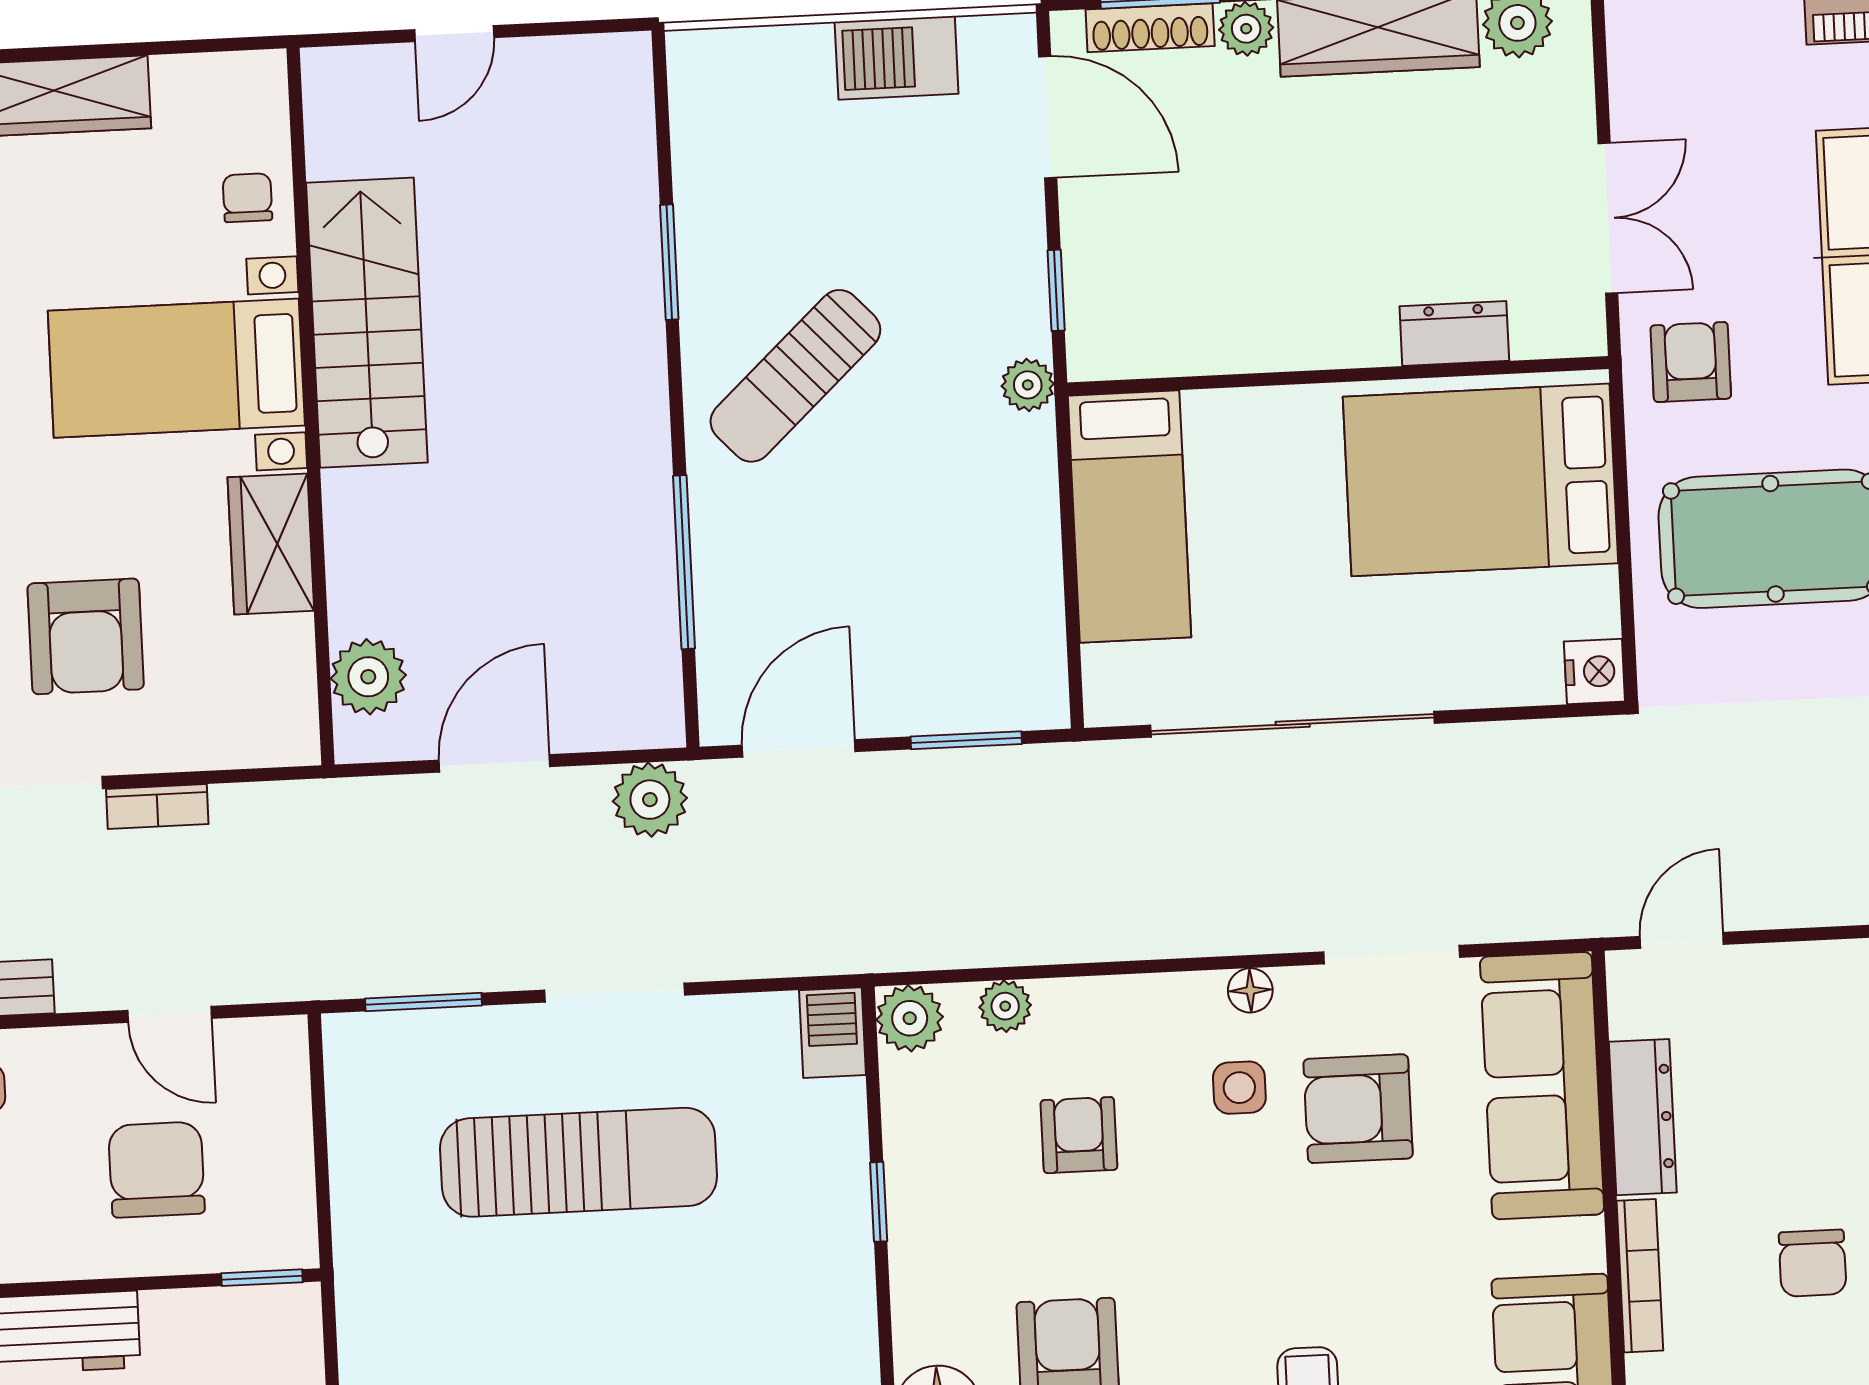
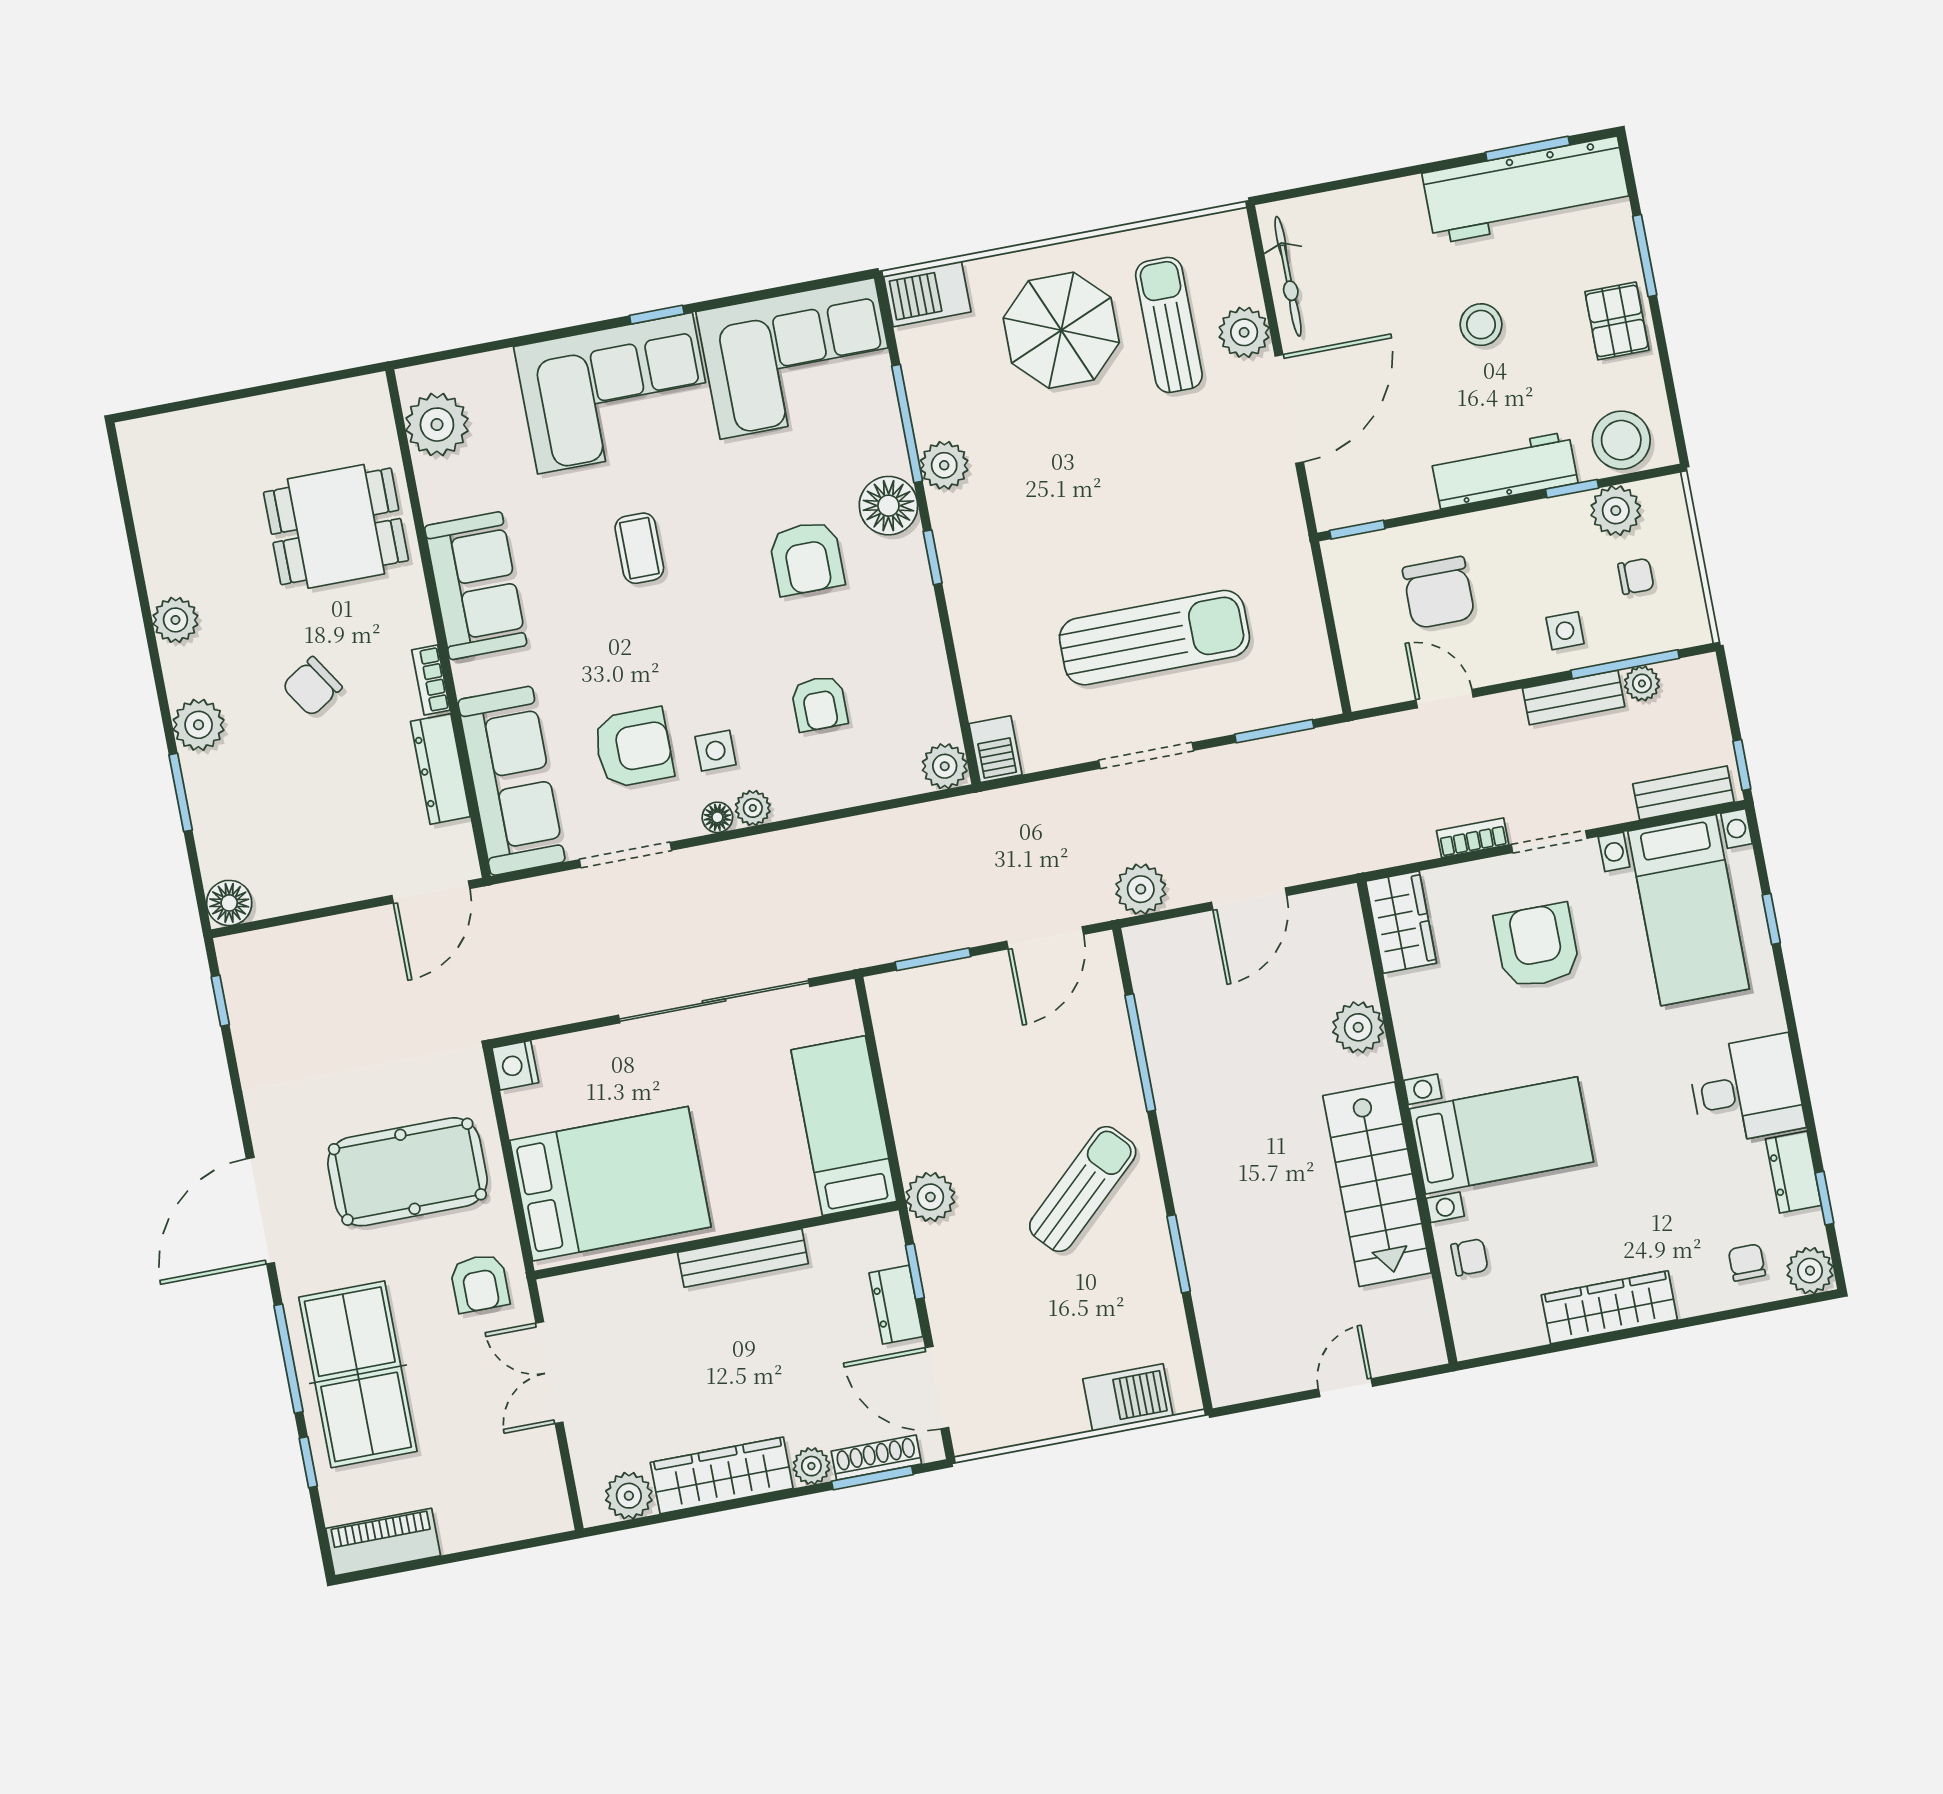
barbecue: (897, 58) -> (1128, 1397), moved
chair: (247, 198) -> (1469, 1257), turned -90
dresser: (1454, 334) -> (896, 1305), moved, turned 90
bench: (1303, 345) -> (743, 1258), added
plant: (1028, 385) -> (930, 1197), width x1.38, depth x1.38
wardrobe: (271, 544) -> (1401, 922), moved
plant: (368, 677) -> (1358, 1027), moved
door: (1682, 940) -> (431, 892), width x1.38
plant: (1005, 1006) -> (753, 808), moved
sun lounger: (579, 1162) -> (1155, 638), turned 180
window: (879, 1202) -> (933, 557), moved
chair: (1813, 1263) -> (312, 687), turned -123
bookcase: (1640, 1276) -> (431, 680), width x0.64

